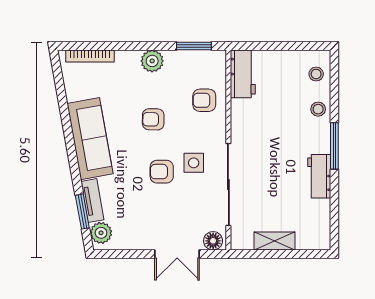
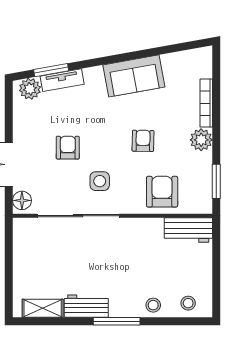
bookcase: (90, 56) -> (206, 103), moved
armchair: (204, 100) -> (162, 192), width x1.38, depth x1.38
sofa: (90, 139) -> (134, 76), width x0.73
armchair: (162, 172) -> (68, 148), moved
shelving: (274, 241) -> (43, 308), moved, turned 90

